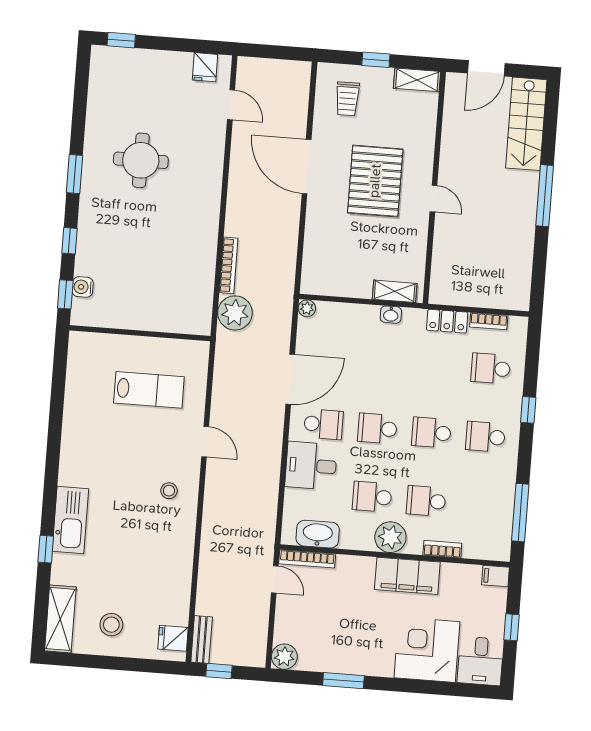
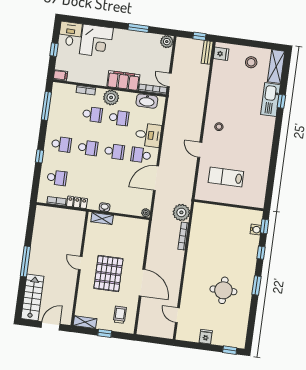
fridge: (205, 67) -> (206, 337), moved
kitchen sink: (70, 520) -> (270, 100), moved
filing cabinet: (407, 576) -> (123, 81), moved

